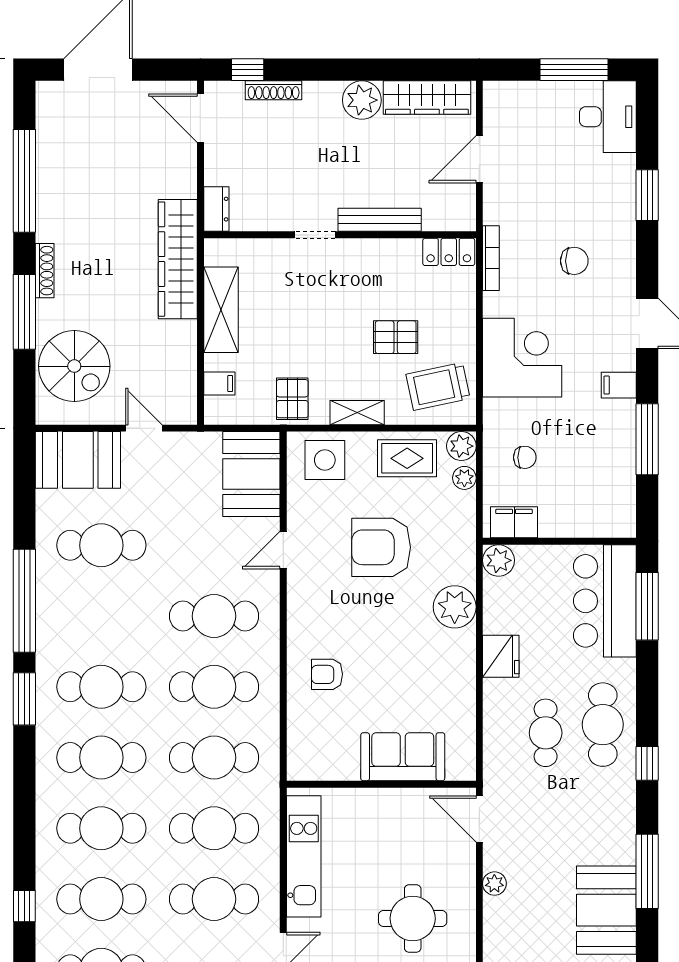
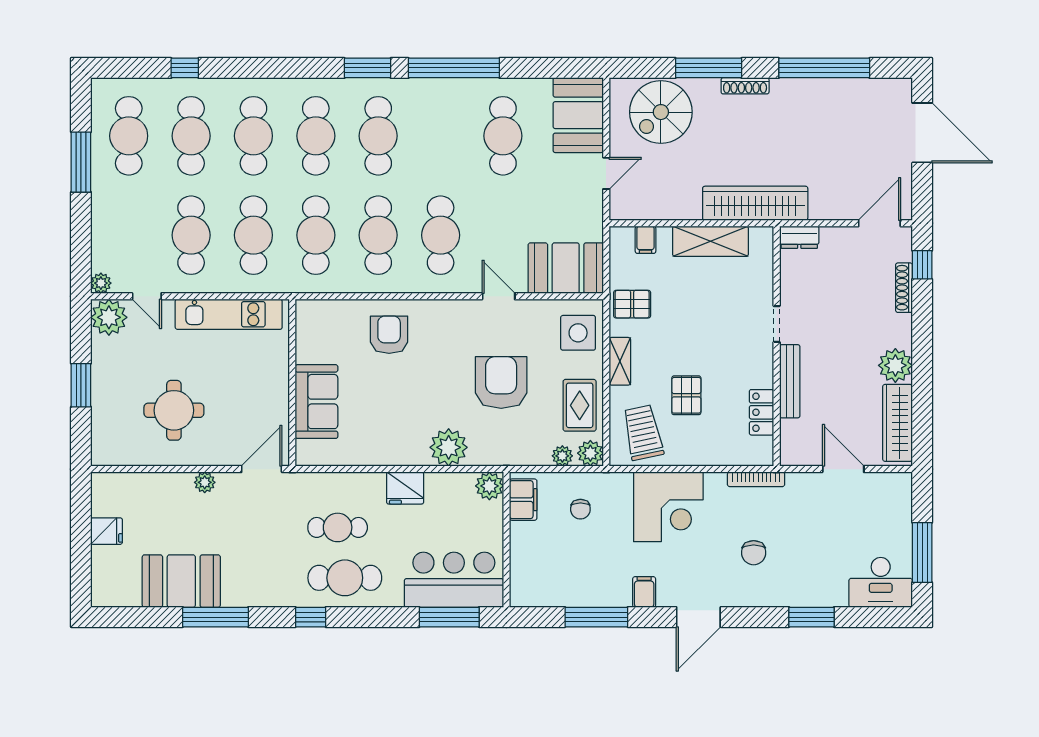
locker: (449, 252) -> (762, 412), moved
armchair: (327, 674) -> (389, 335), width x1.38, depth x1.38

